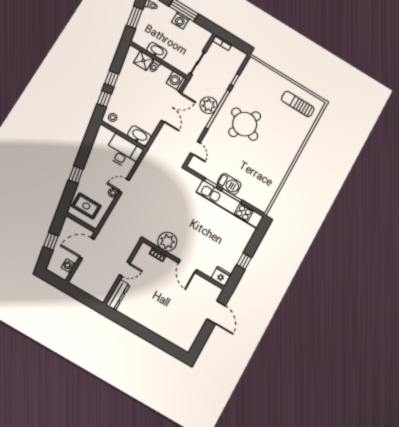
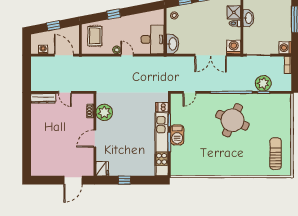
washing machine: (180, 20) -> (285, 48), moved
plant: (209, 105) -> (263, 83), moved
dishwasher: (194, 182) -> (162, 107), added

